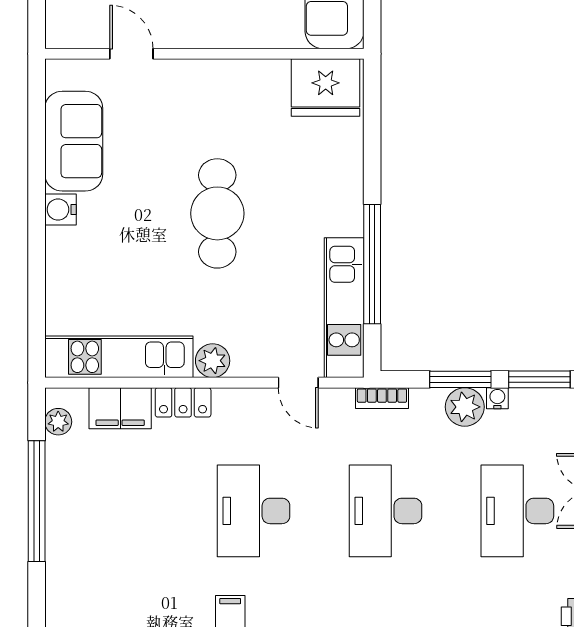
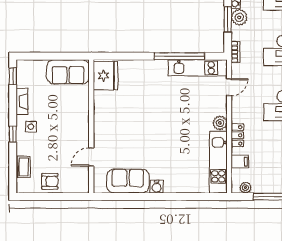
cafe table: (217, 213) -> (158, 121), removed
filing cabinet: (120, 408) -> (240, 162), width x0.50

